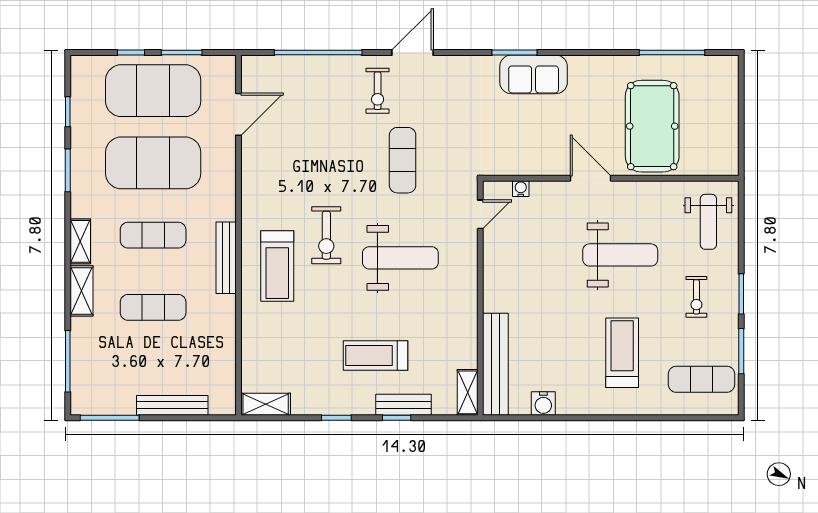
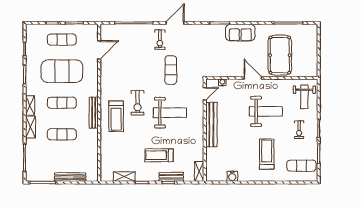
sofa: (534, 74) -> (240, 33), moved
exercise mat: (153, 91) -> (62, 40), width x0.50, depth x0.69
bench: (495, 364) -> (211, 125), moved
shelving: (266, 404) -> (124, 177), moved

